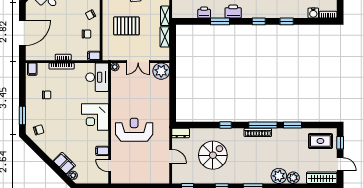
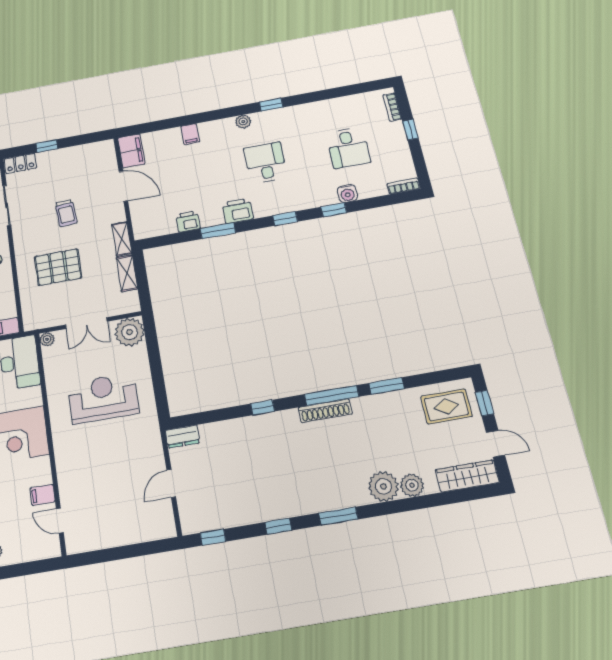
water cooler: (313, 13) -> (347, 193), moved
reception desk: (134, 130) -> (103, 398), moved
spiral stairs: (213, 155) -> (250, 468), removed
door: (171, 156) -> (171, 483), swing flipped

